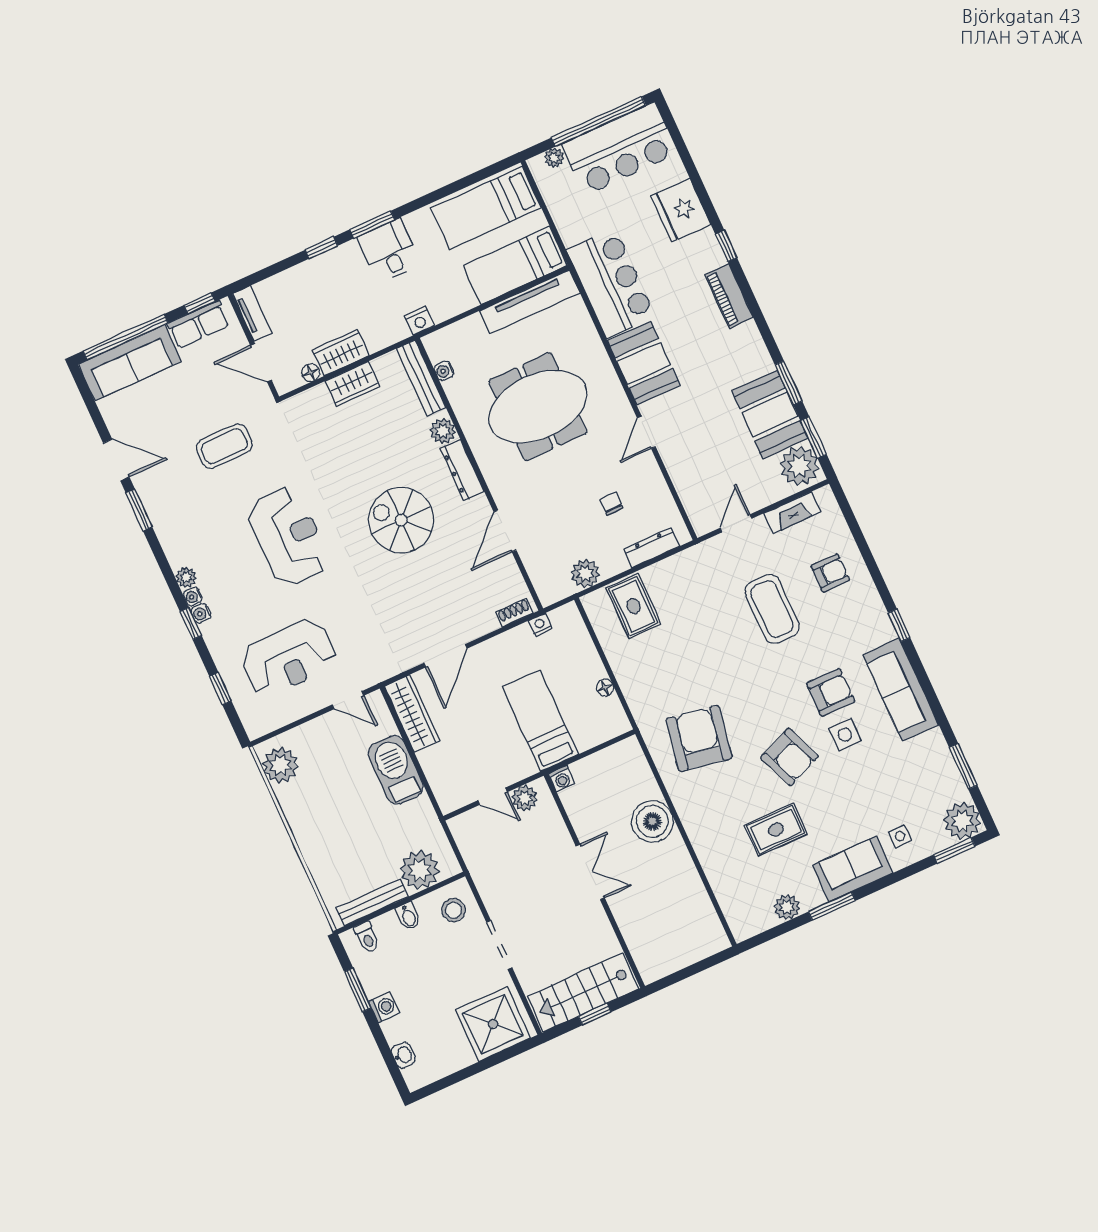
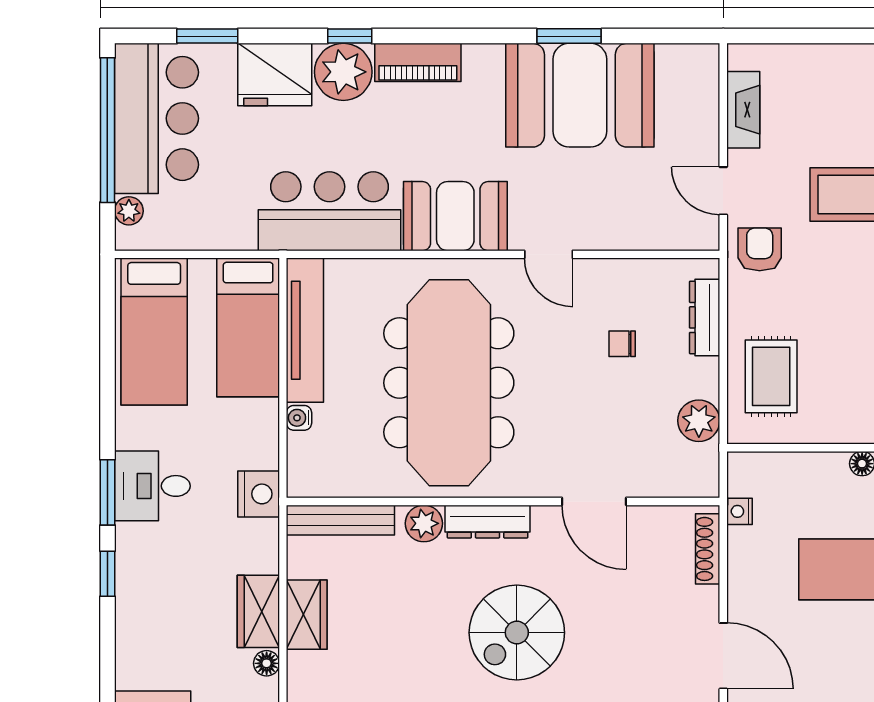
nightstand: (420, 321) -> (259, 494), width x1.36, depth x1.33
water cooler: (444, 371) -> (299, 418), moved, turned 90
meeting table: (538, 407) -> (449, 383), width x1.36
booth: (770, 414) -> (580, 95), width x1.36, depth x1.42
window: (813, 437) -> (207, 36), moved
plant: (799, 466) -> (343, 72), moved
armchair: (830, 573) -> (760, 249), moved
rug: (634, 606) -> (771, 376), turned 90
shoe rack: (514, 613) -> (708, 549), width x1.43

